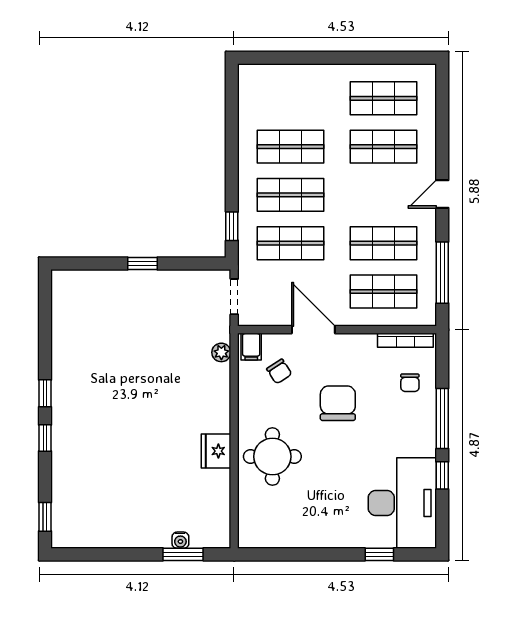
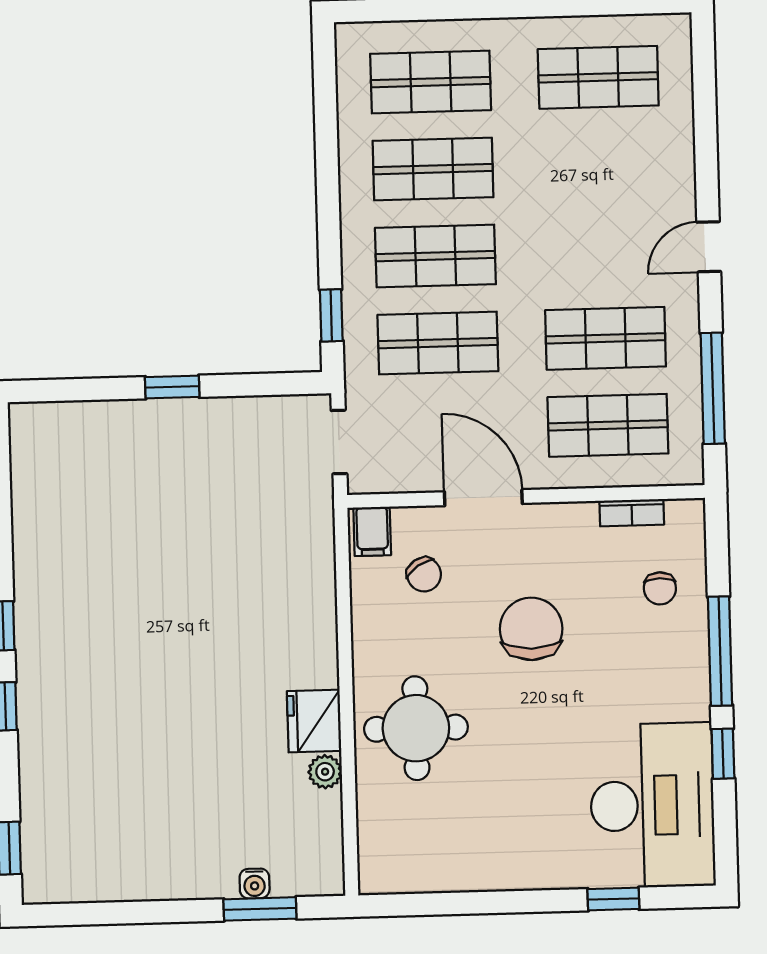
shop shelf: (384, 147) -> (431, 82), moved
bookcase: (405, 340) -> (632, 513), width x0.64
plant: (221, 352) -> (325, 772), moved

